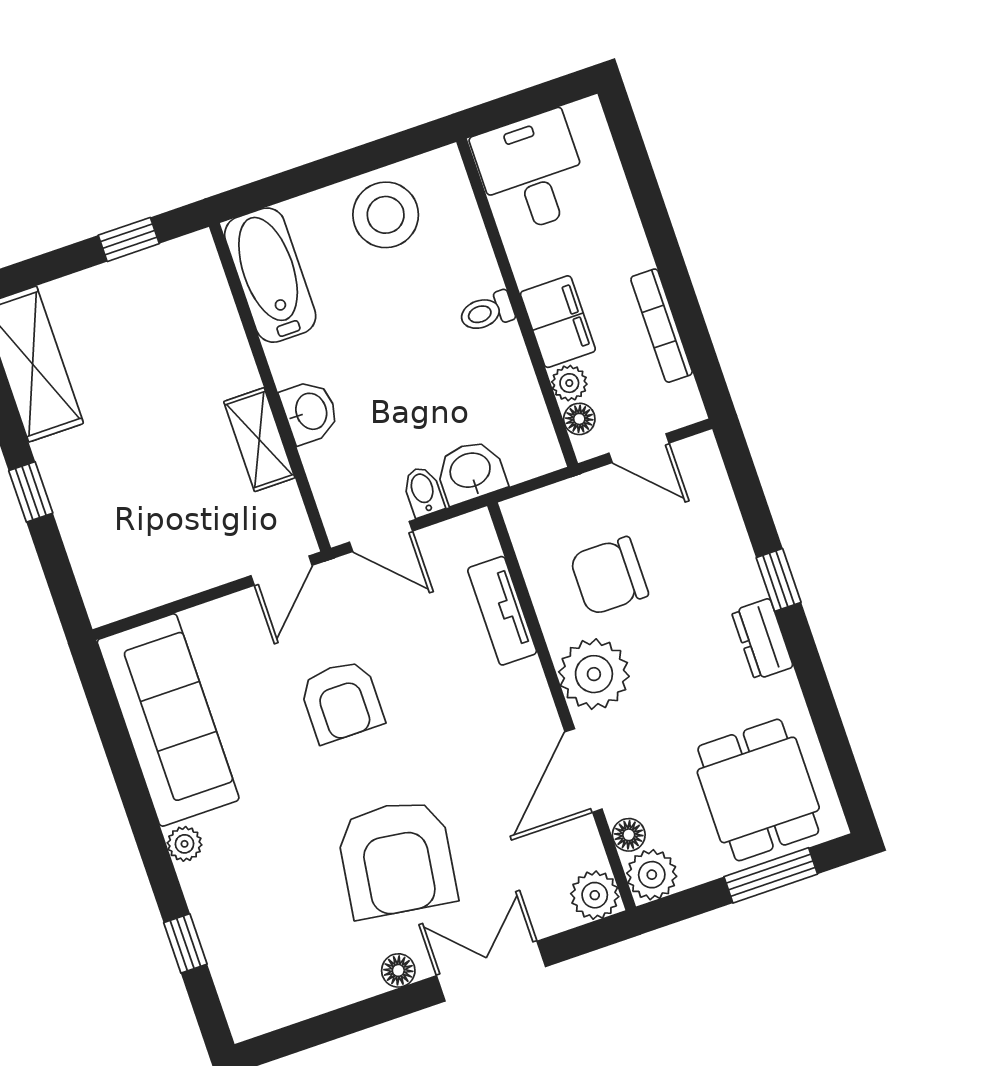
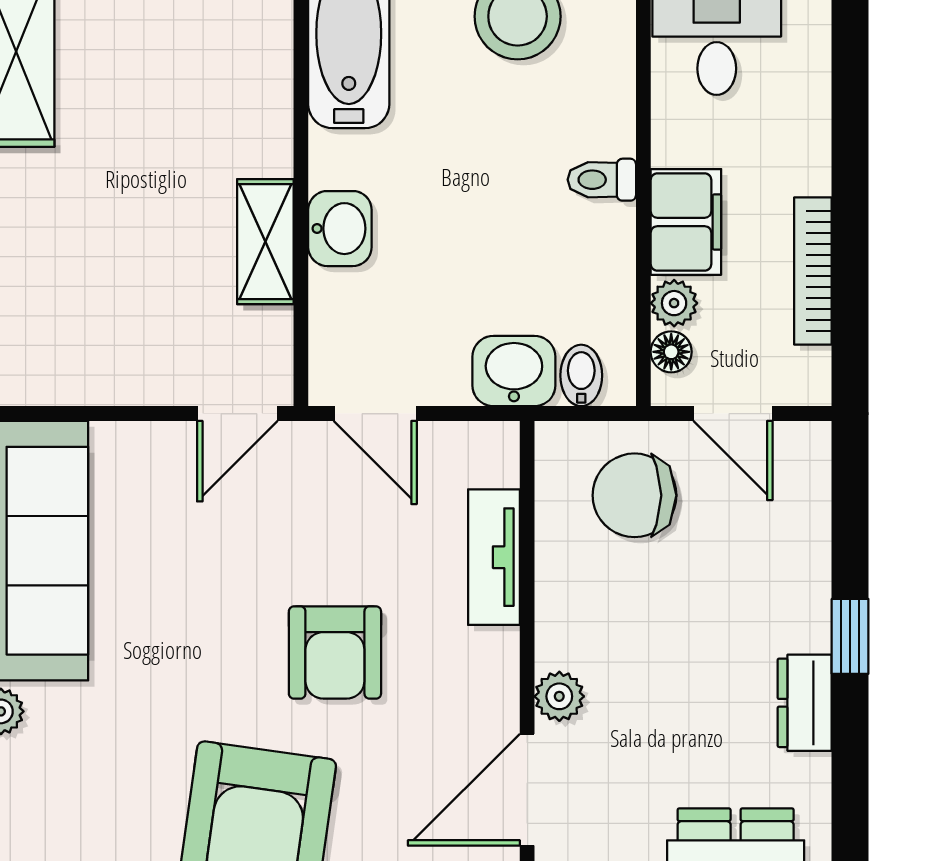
bidet: (423, 491) -> (581, 375), moved
chair: (609, 576) -> (635, 495), moved
plant: (594, 674) -> (559, 696), width x0.53, depth x0.53
armchair: (342, 701) -> (335, 653), moved

